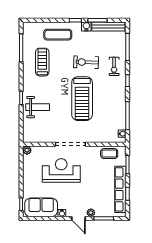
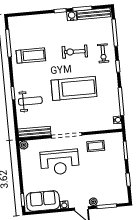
exercise mat: (58, 35) -> (44, 27), removed
treadmill: (42, 62) -> (31, 56), turned 90
treadmill: (82, 99) -> (74, 88), turned -90
bench: (39, 138) -> (34, 132), added
coffee table: (109, 154) -> (96, 146), moved
reception desk: (61, 170) -> (60, 162), turned 180
row of seats: (120, 189) -> (121, 176), removed

